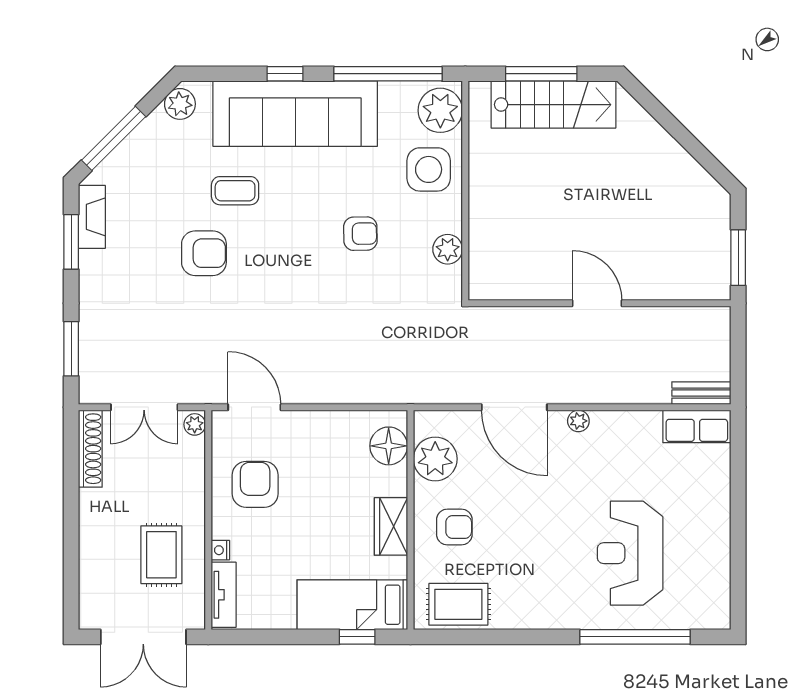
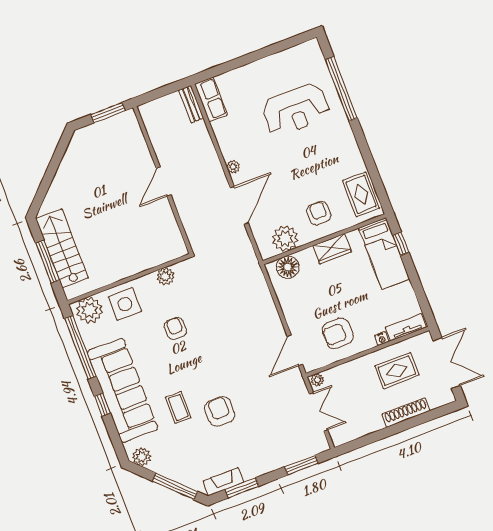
shoe rack: (90, 449) -> (406, 413), moved

